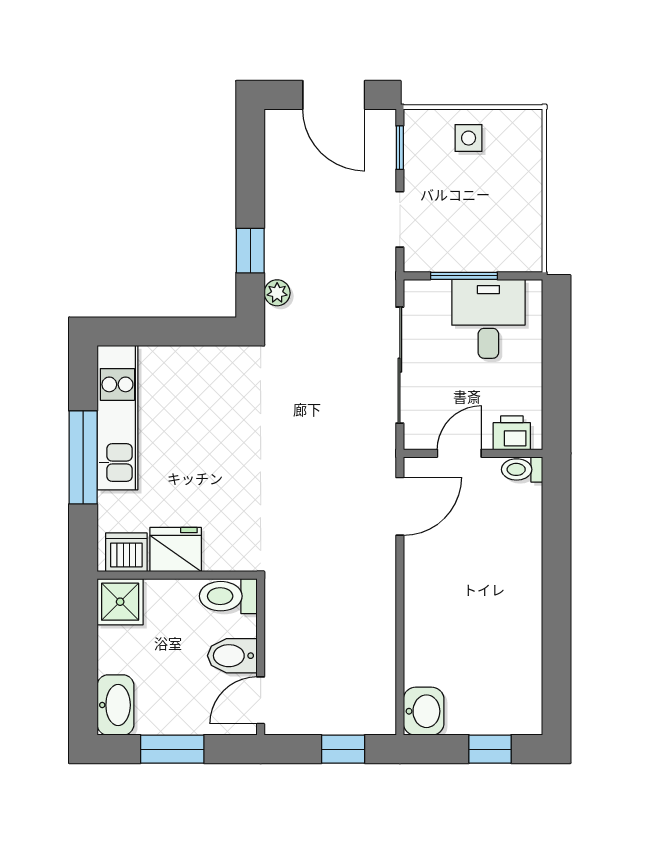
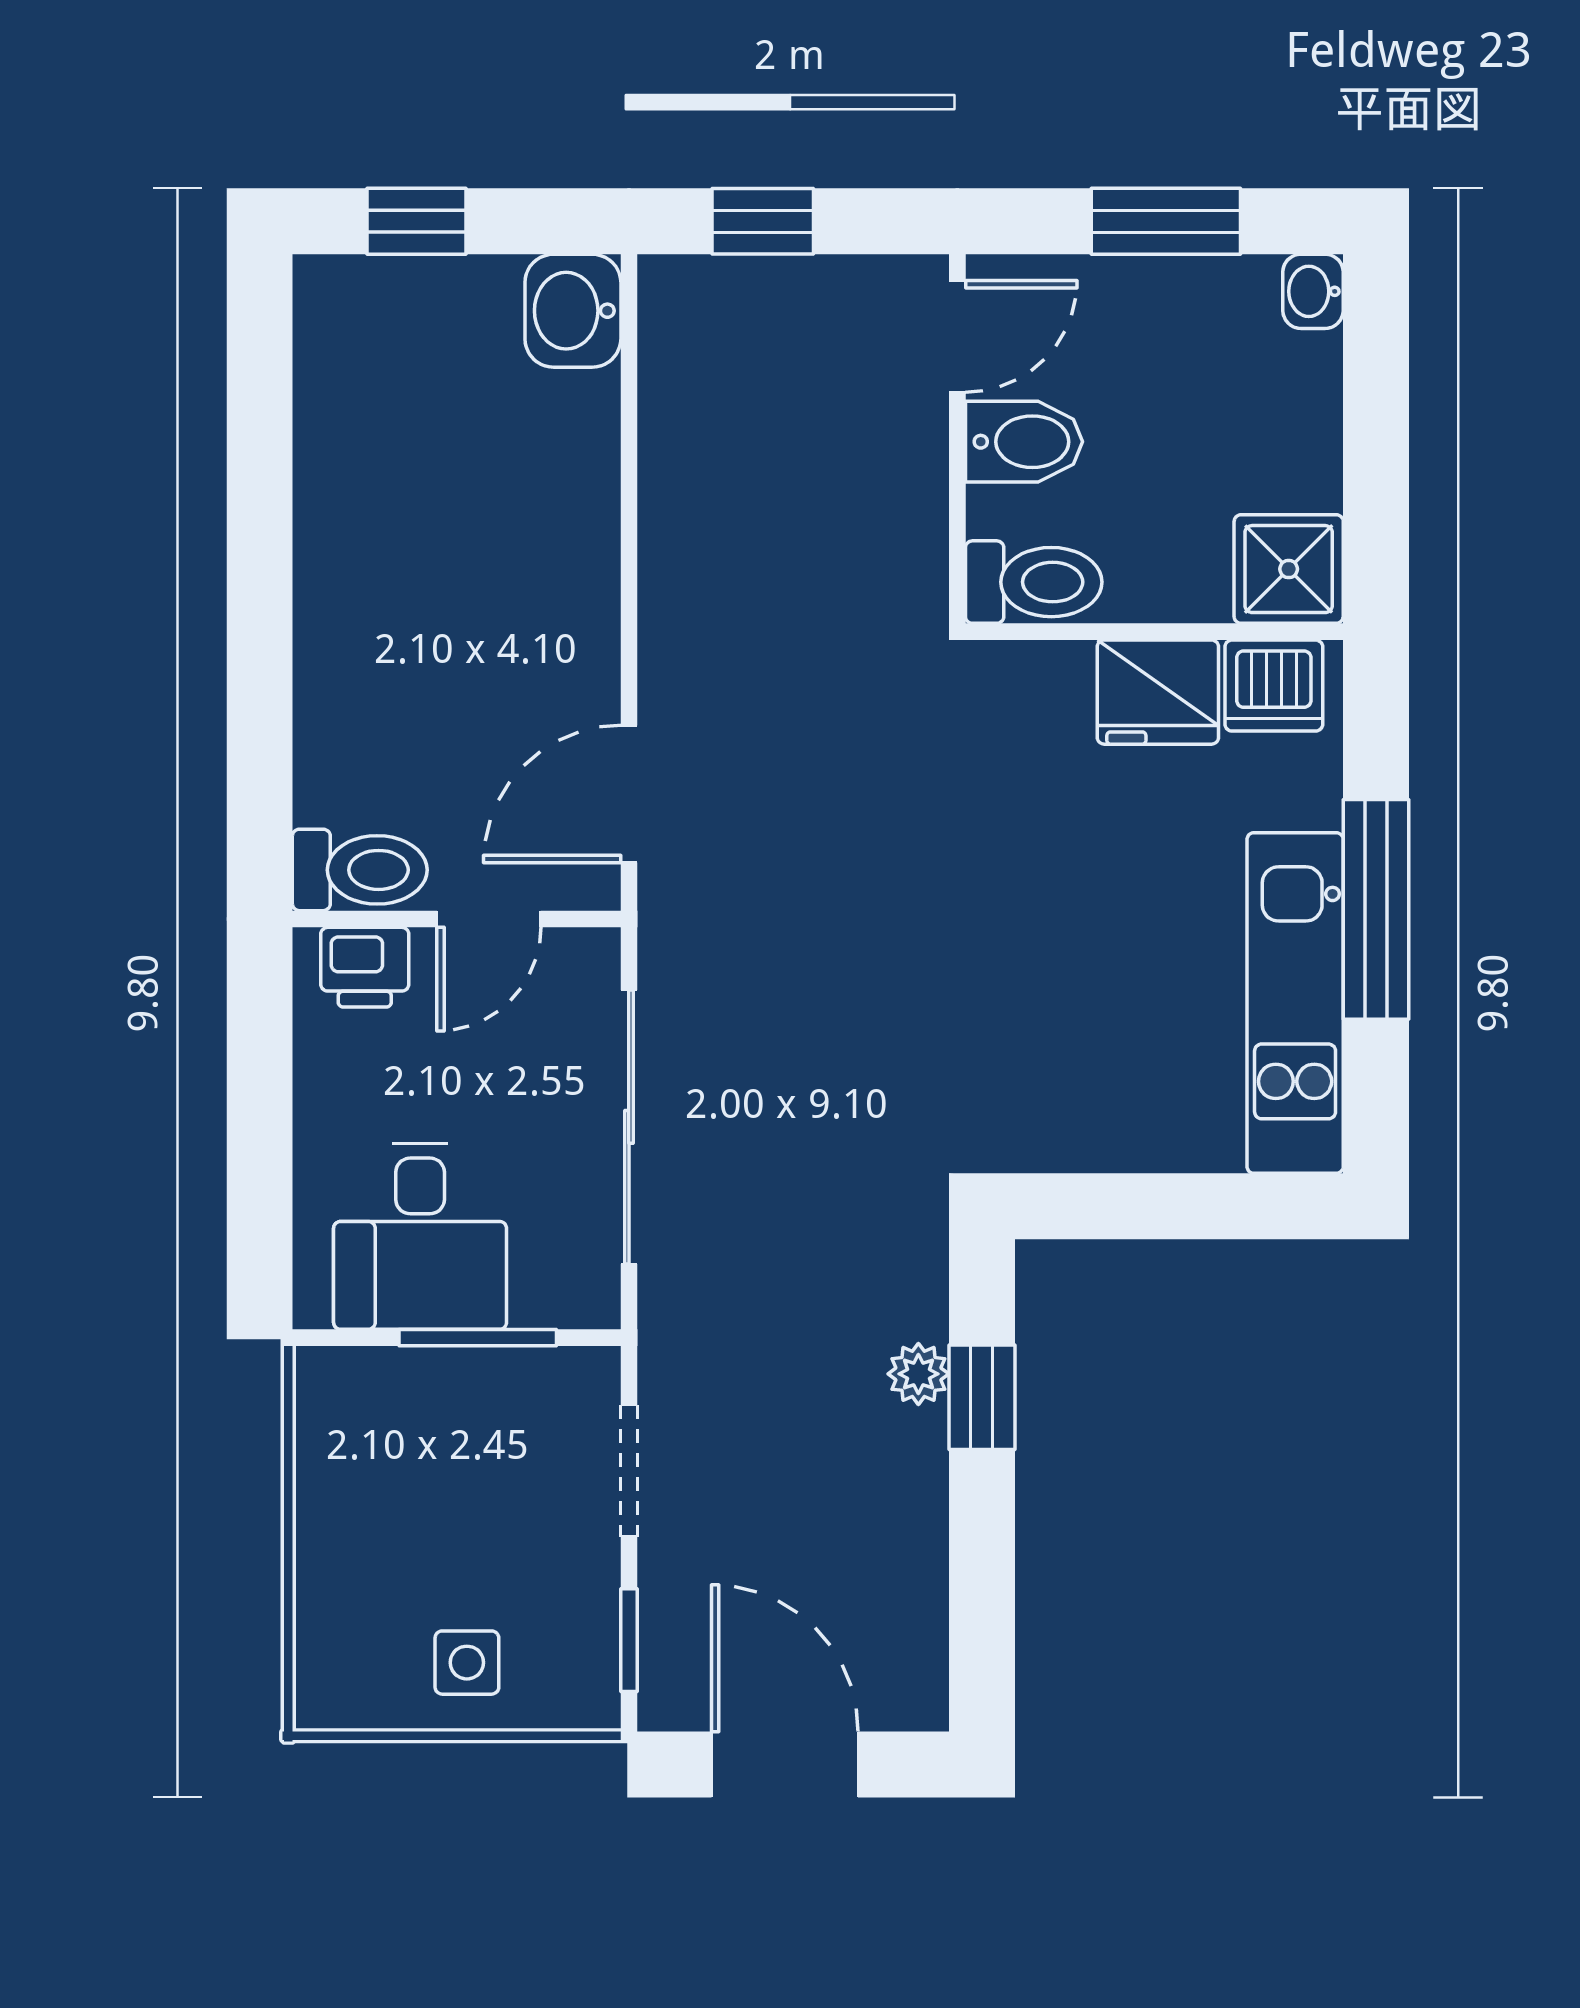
plant: (277, 293) -> (918, 1374), moved
toilet: (522, 469) -> (360, 870), width x1.37, depth x1.39
washbasin: (115, 705) -> (1313, 291), width x0.52, depth x0.69

